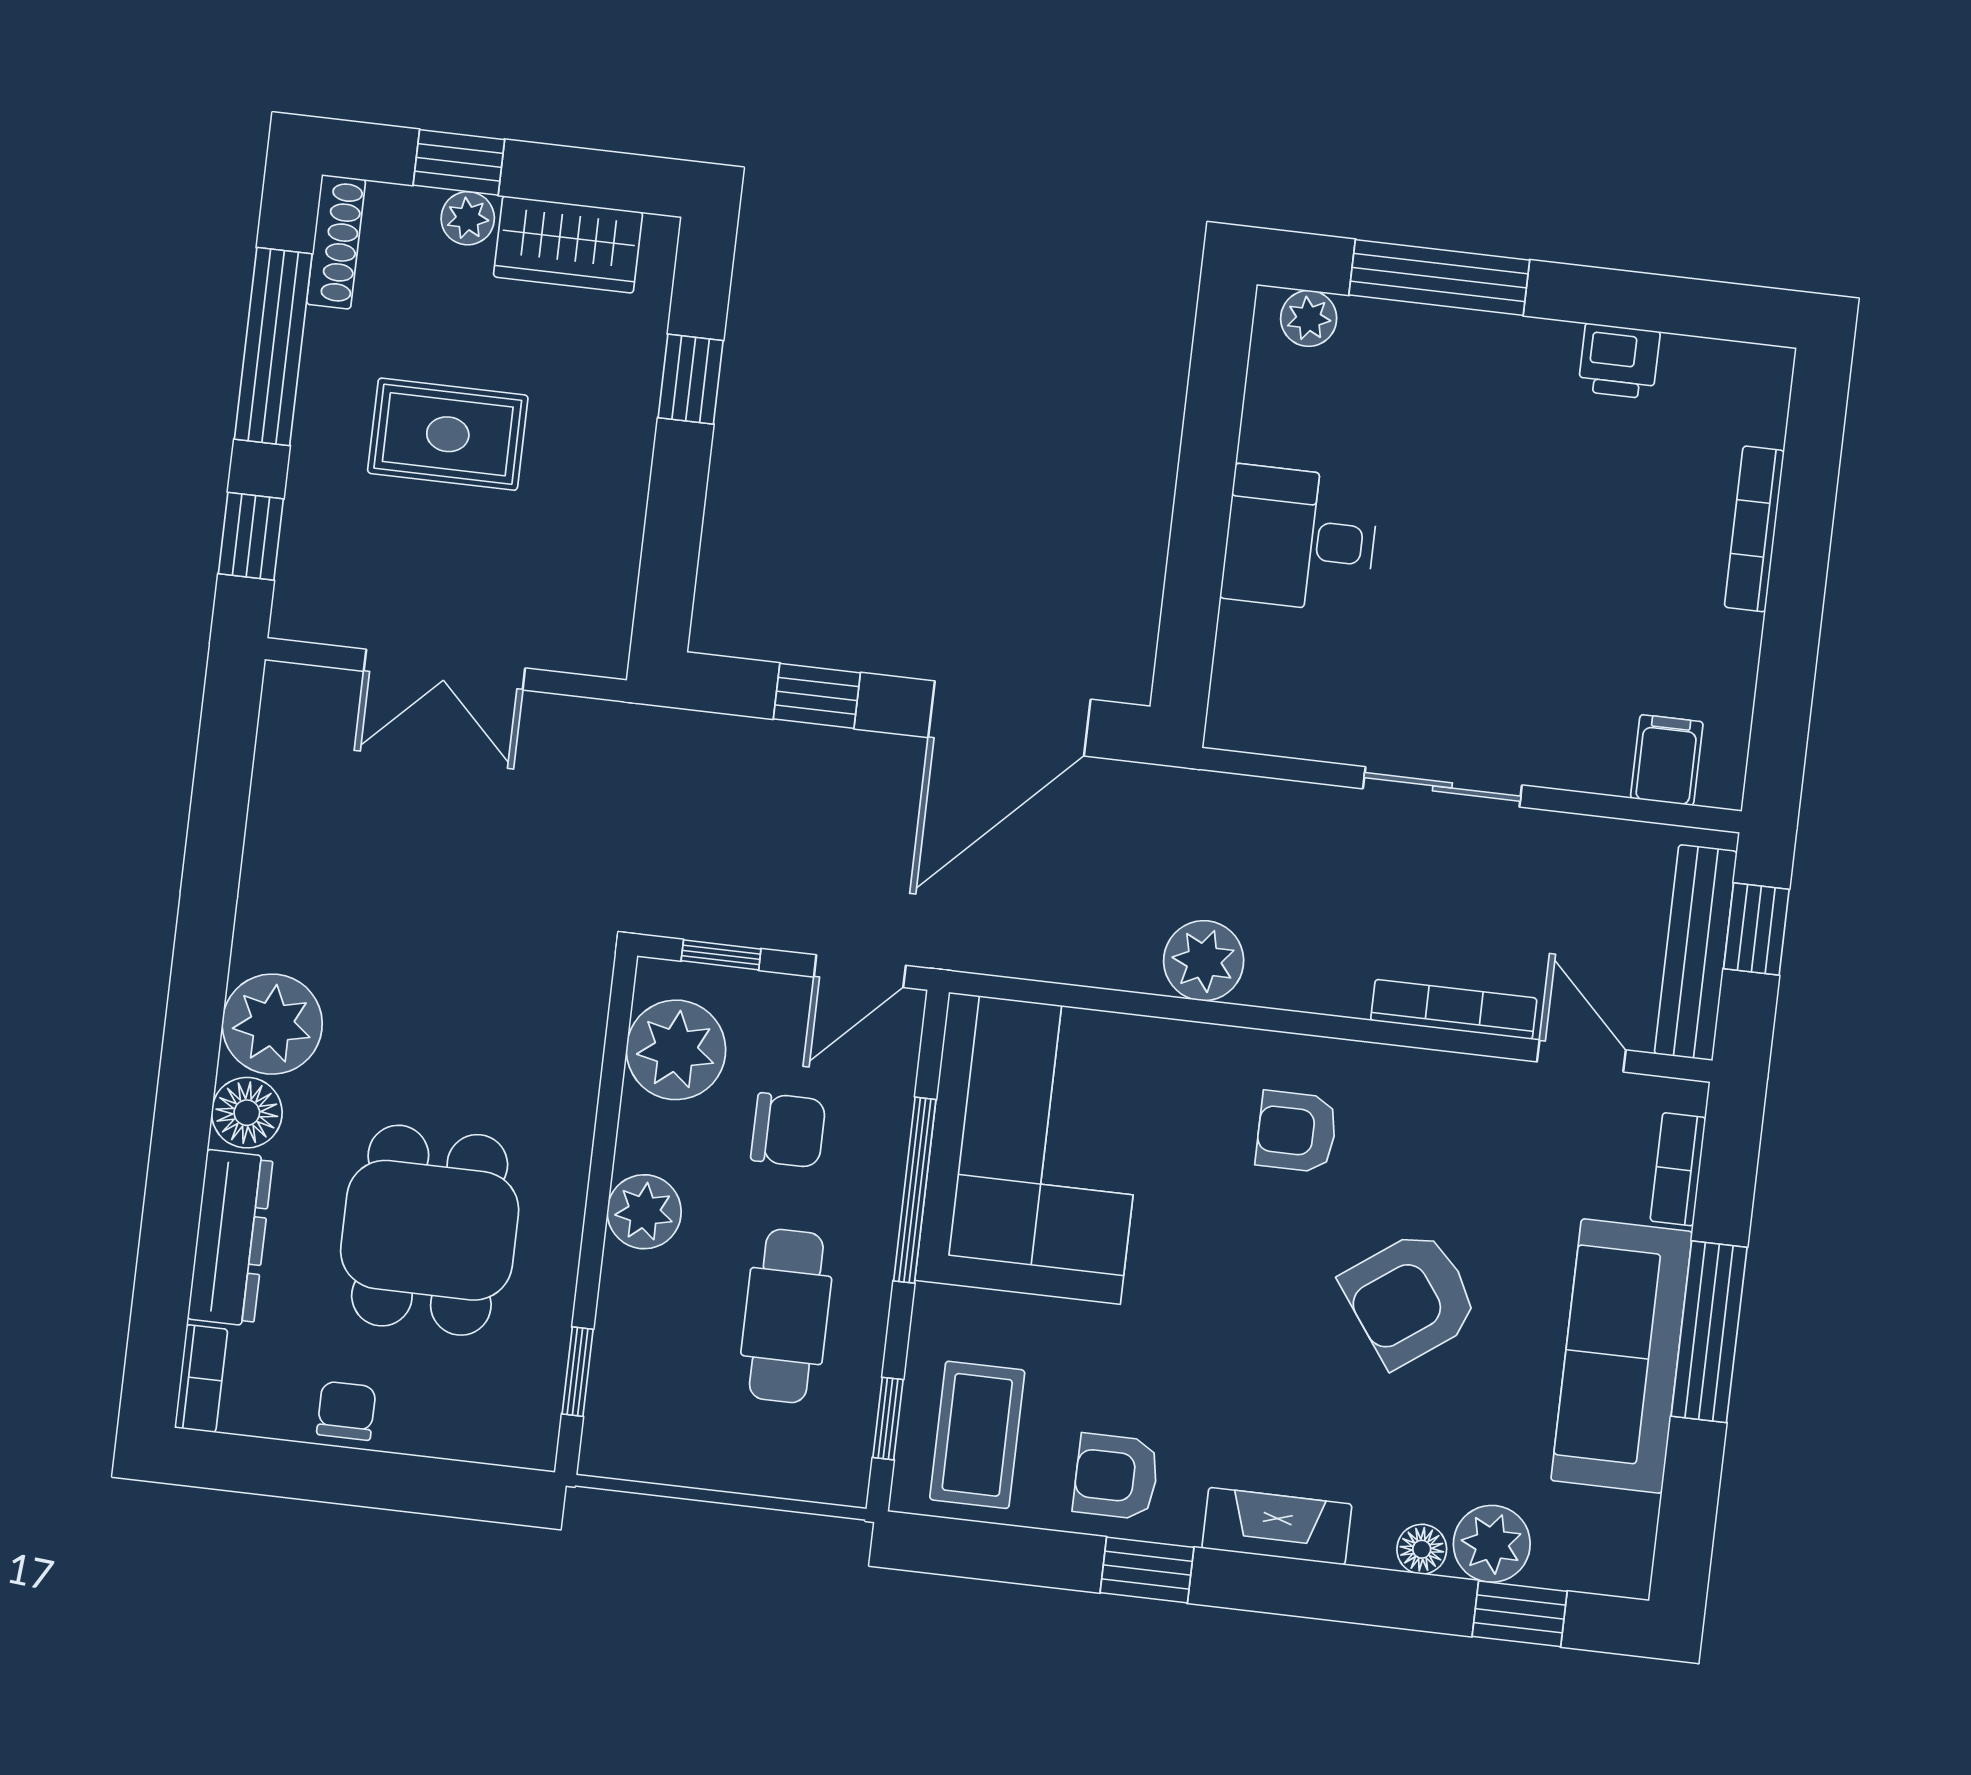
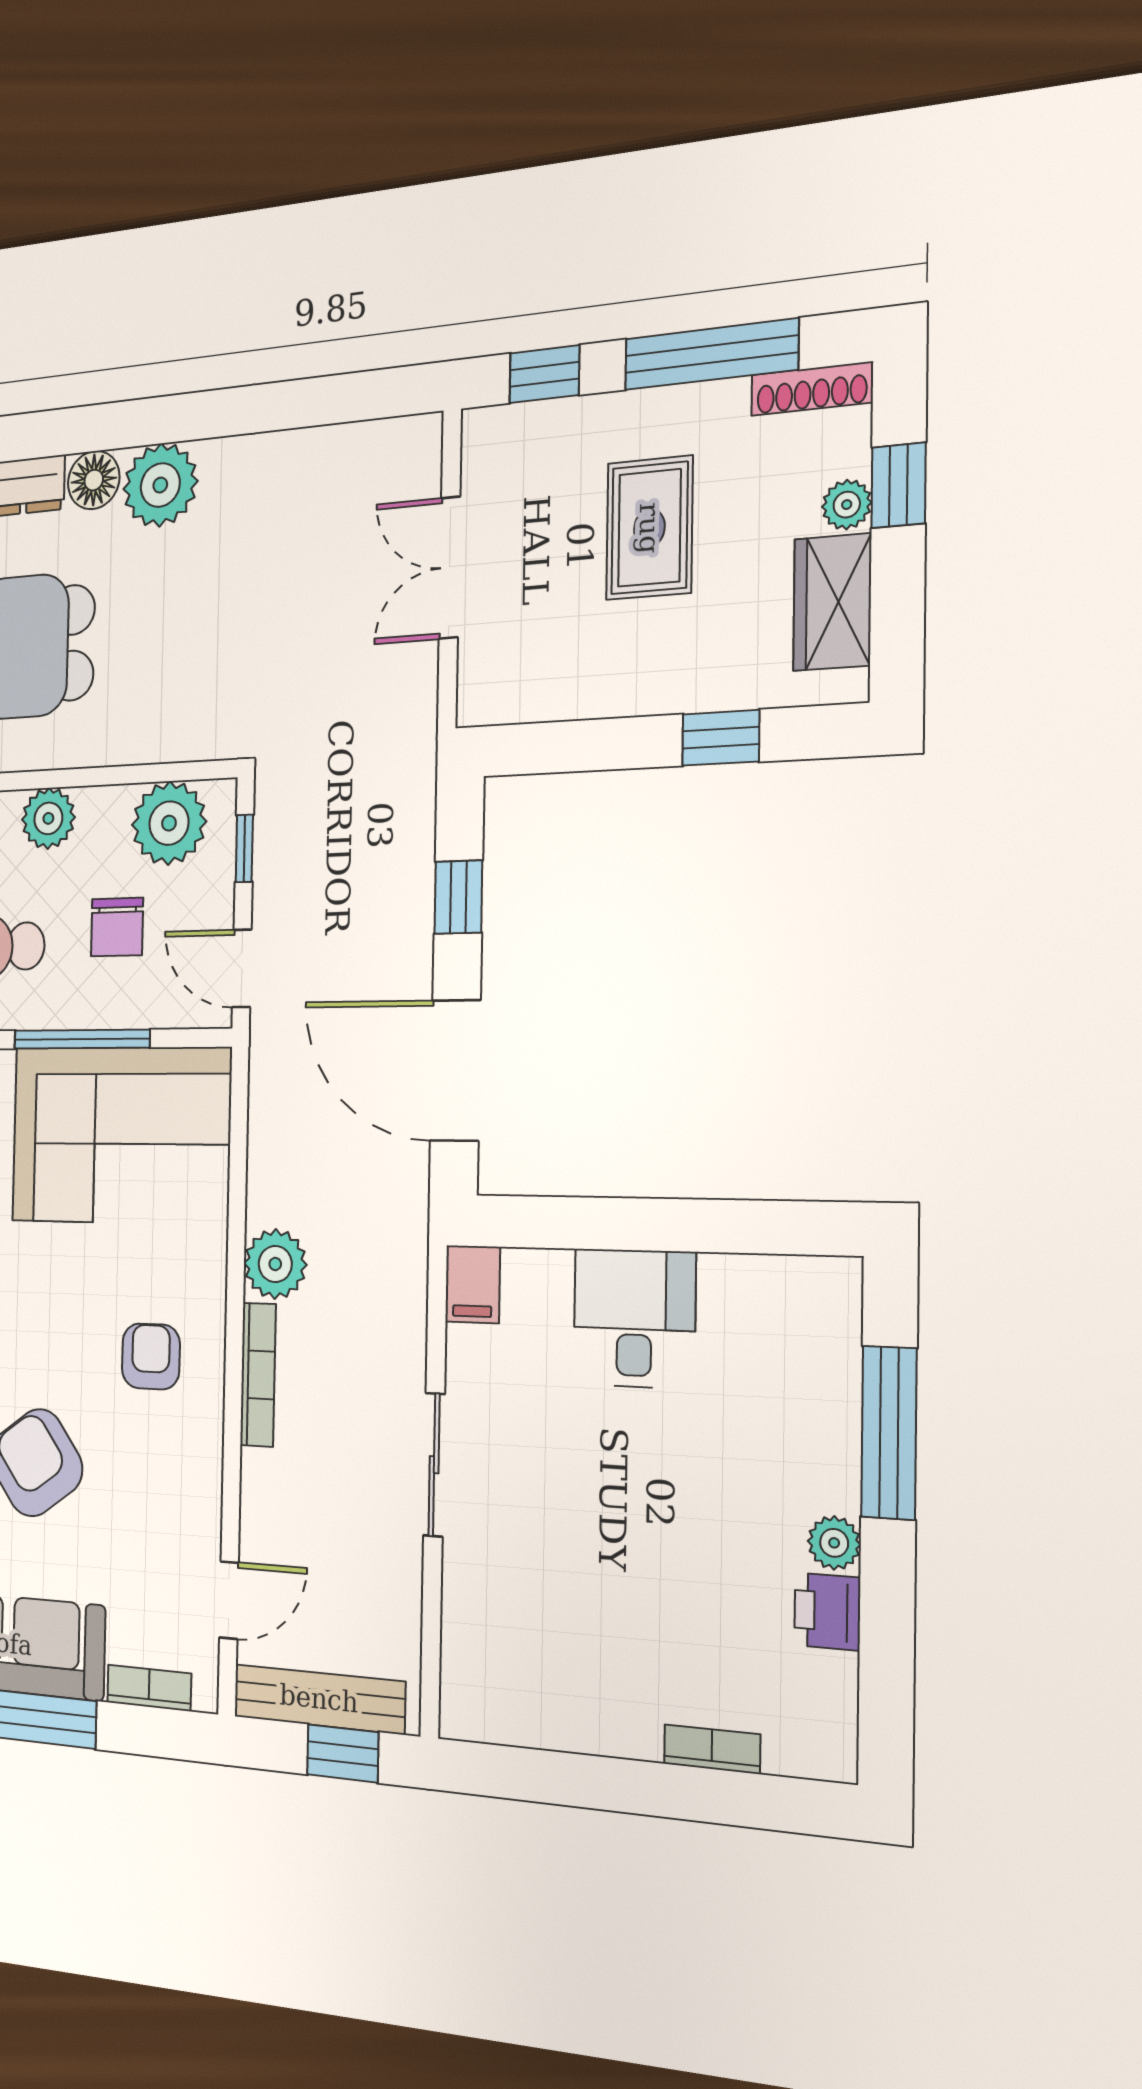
plant: (1309, 318) -> (834, 1543), moved
bookcase: (1754, 529) -> (712, 1749), width x0.64
filing cabinet: (1667, 760) -> (473, 1284), moved, turned 90
bookcase: (1454, 1009) -> (258, 1375), moved

